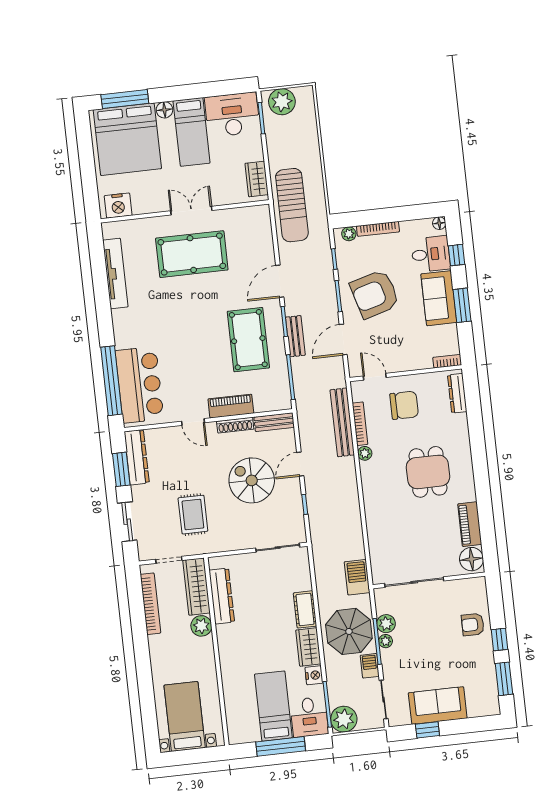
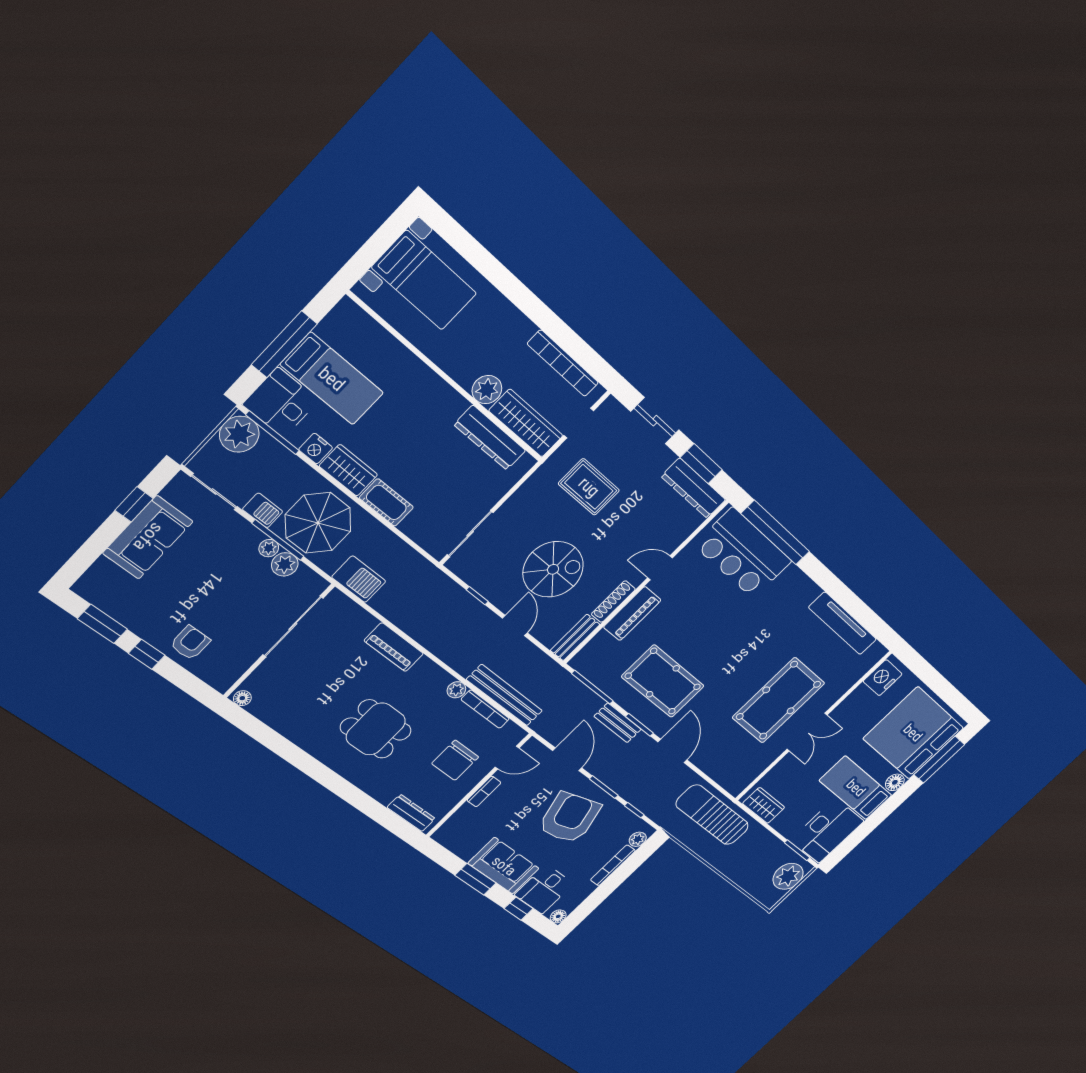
bookcase: (447, 361) -> (484, 791), moved
piano: (470, 524) -> (394, 647), moved, turned 180
floor lamp: (471, 559) -> (242, 698), width x0.53, depth x0.53

